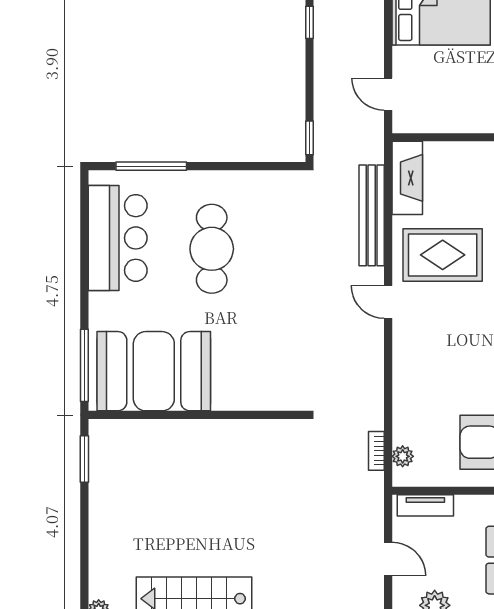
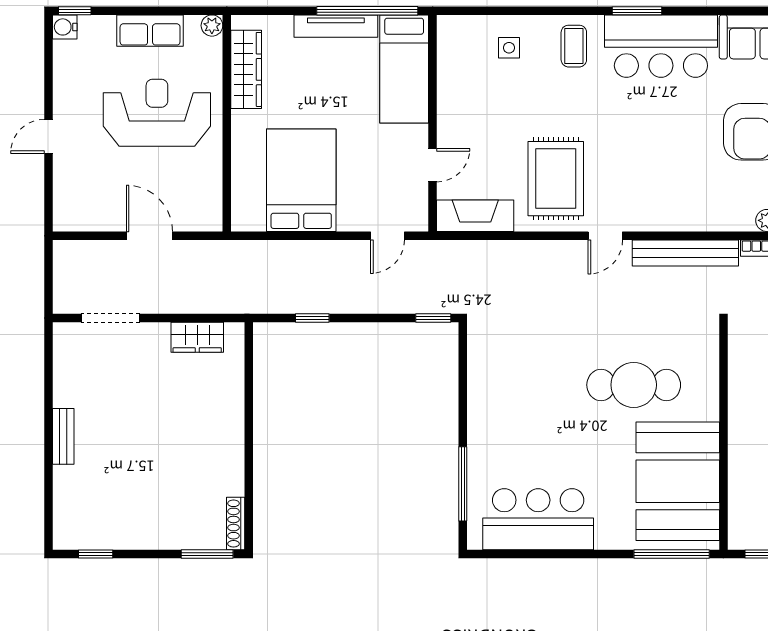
door: (455, 137) -> (433, 165), added
bench: (372, 215) -> (685, 253), moved
cafe table: (212, 249) -> (634, 385), moved

